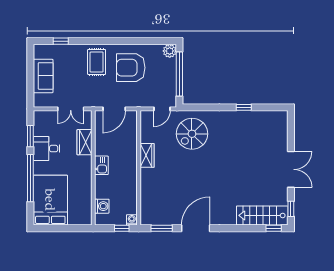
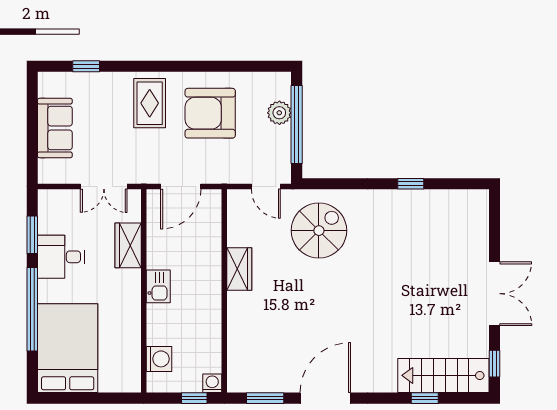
plant: (170, 51) -> (279, 113), moved
door: (162, 109) -> (266, 187), hinge flipped
spiral stairs: (192, 134) -> (319, 231), turned 180
window: (274, 228) -> (425, 398), moved

